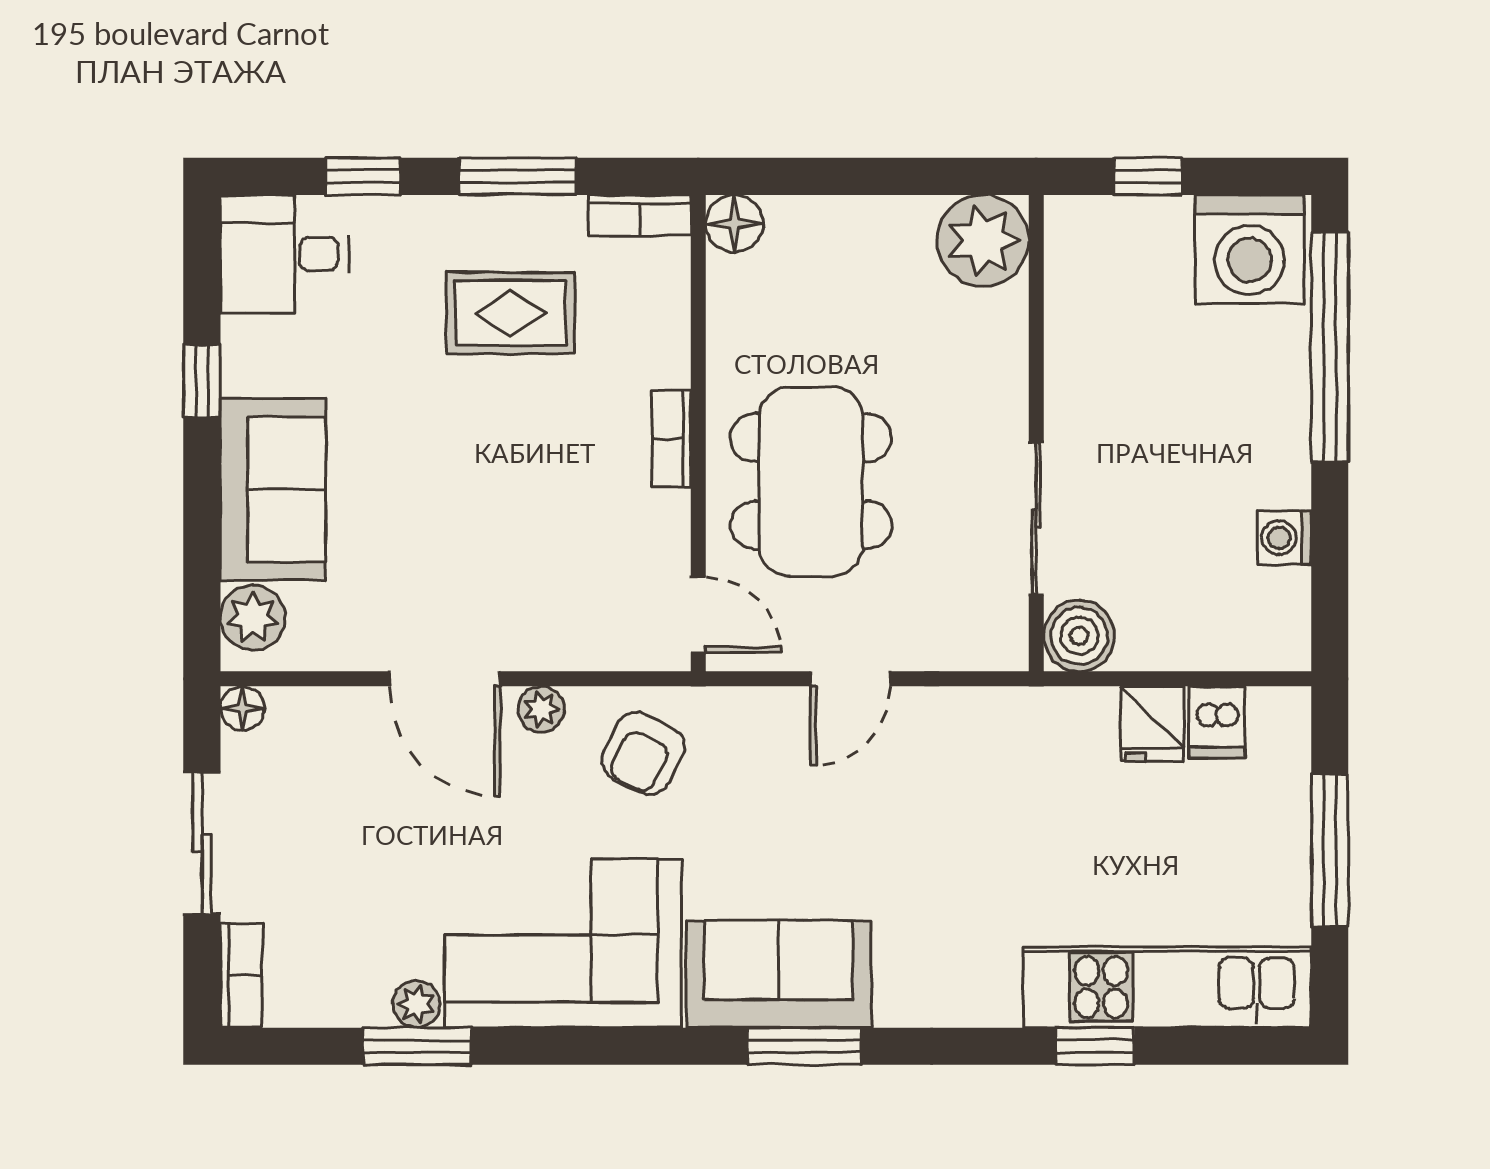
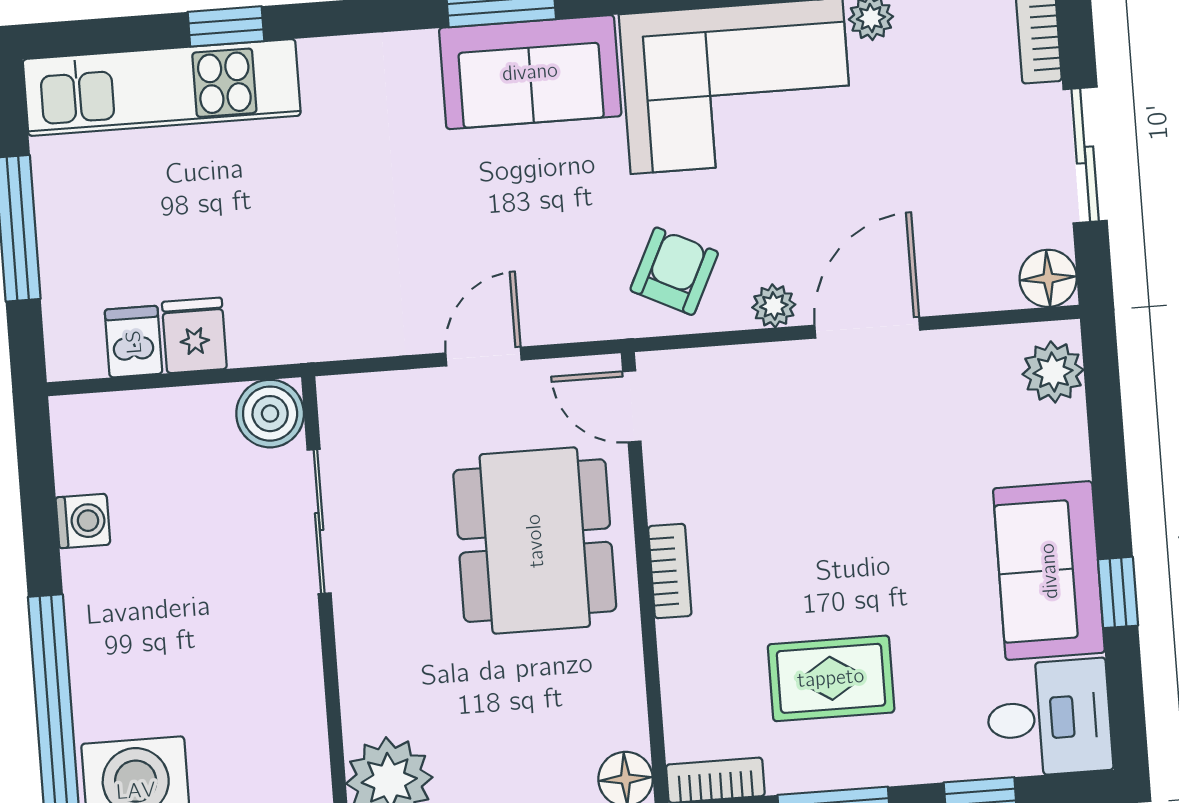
sofa: (273, 489) -> (1049, 571), moved
door: (445, 679) -> (867, 328), hinge flipped
floor lamp: (242, 708) -> (1048, 278), width x1.37, depth x1.37

